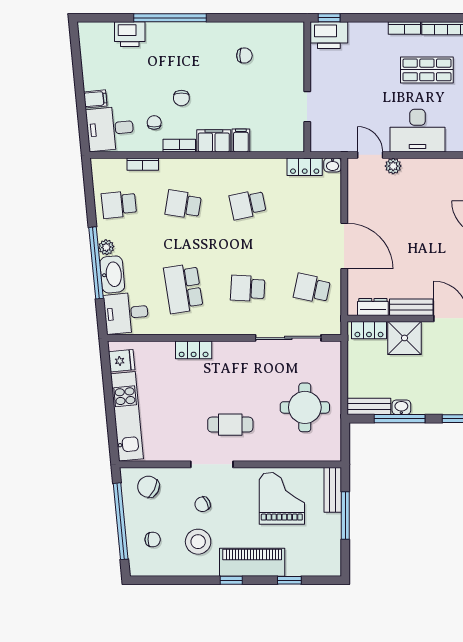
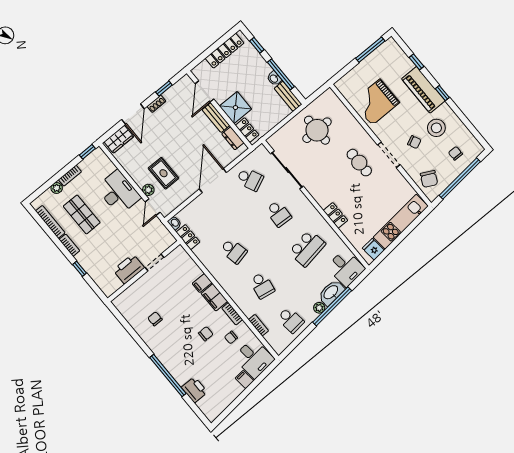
window: (329, 18) -> (80, 269), moved
printer: (329, 35) -> (129, 269), moved, turned -90
rug: (398, 198) -> (163, 173), added
school desk: (312, 288) -> (250, 179), turned -36
bench: (333, 490) -> (349, 79), removed
window: (345, 516) -> (370, 50), moved

